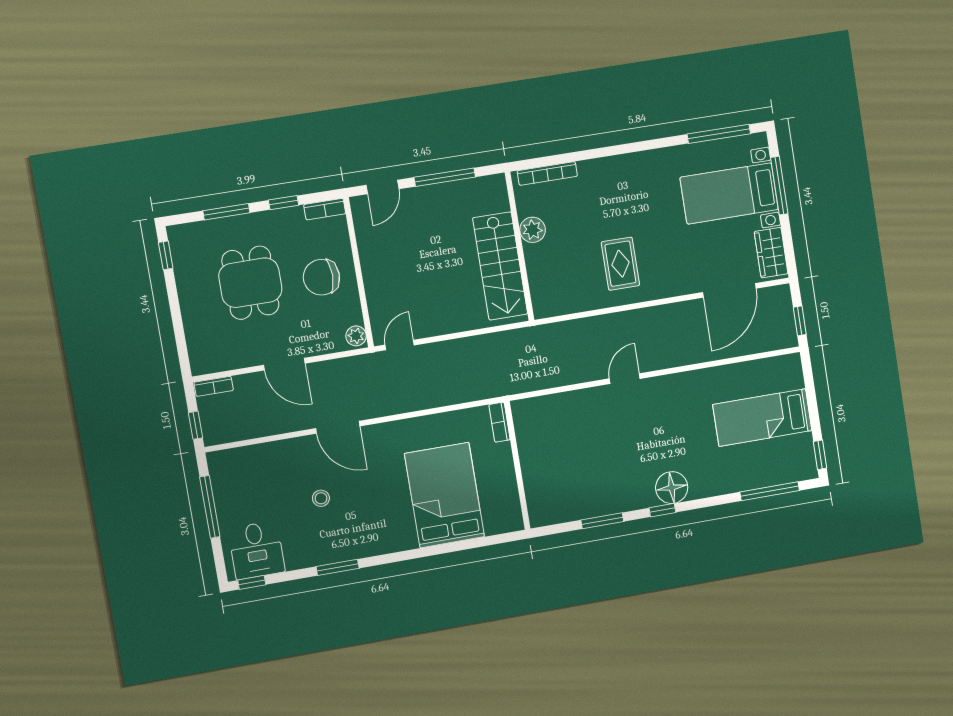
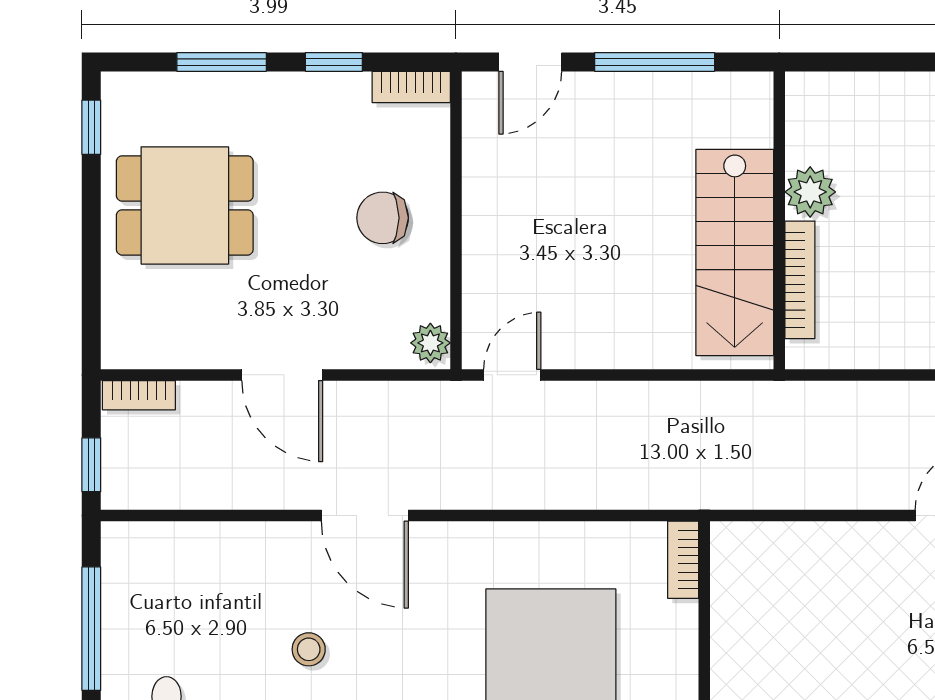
bookcase: (547, 173) -> (800, 280), moved, turned -90
chair: (321, 277) -> (383, 218), width x0.73, depth x0.73
dining table: (250, 283) -> (185, 205), moved, turned 90

